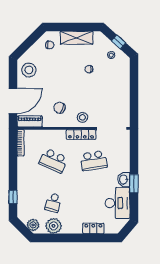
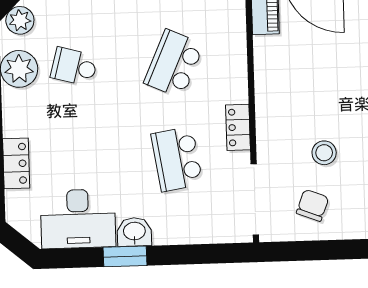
chair: (59, 108) -> (312, 205), moved
stool: (82, 117) -> (324, 153), moved
locker: (81, 134) -> (238, 127), width x0.66

